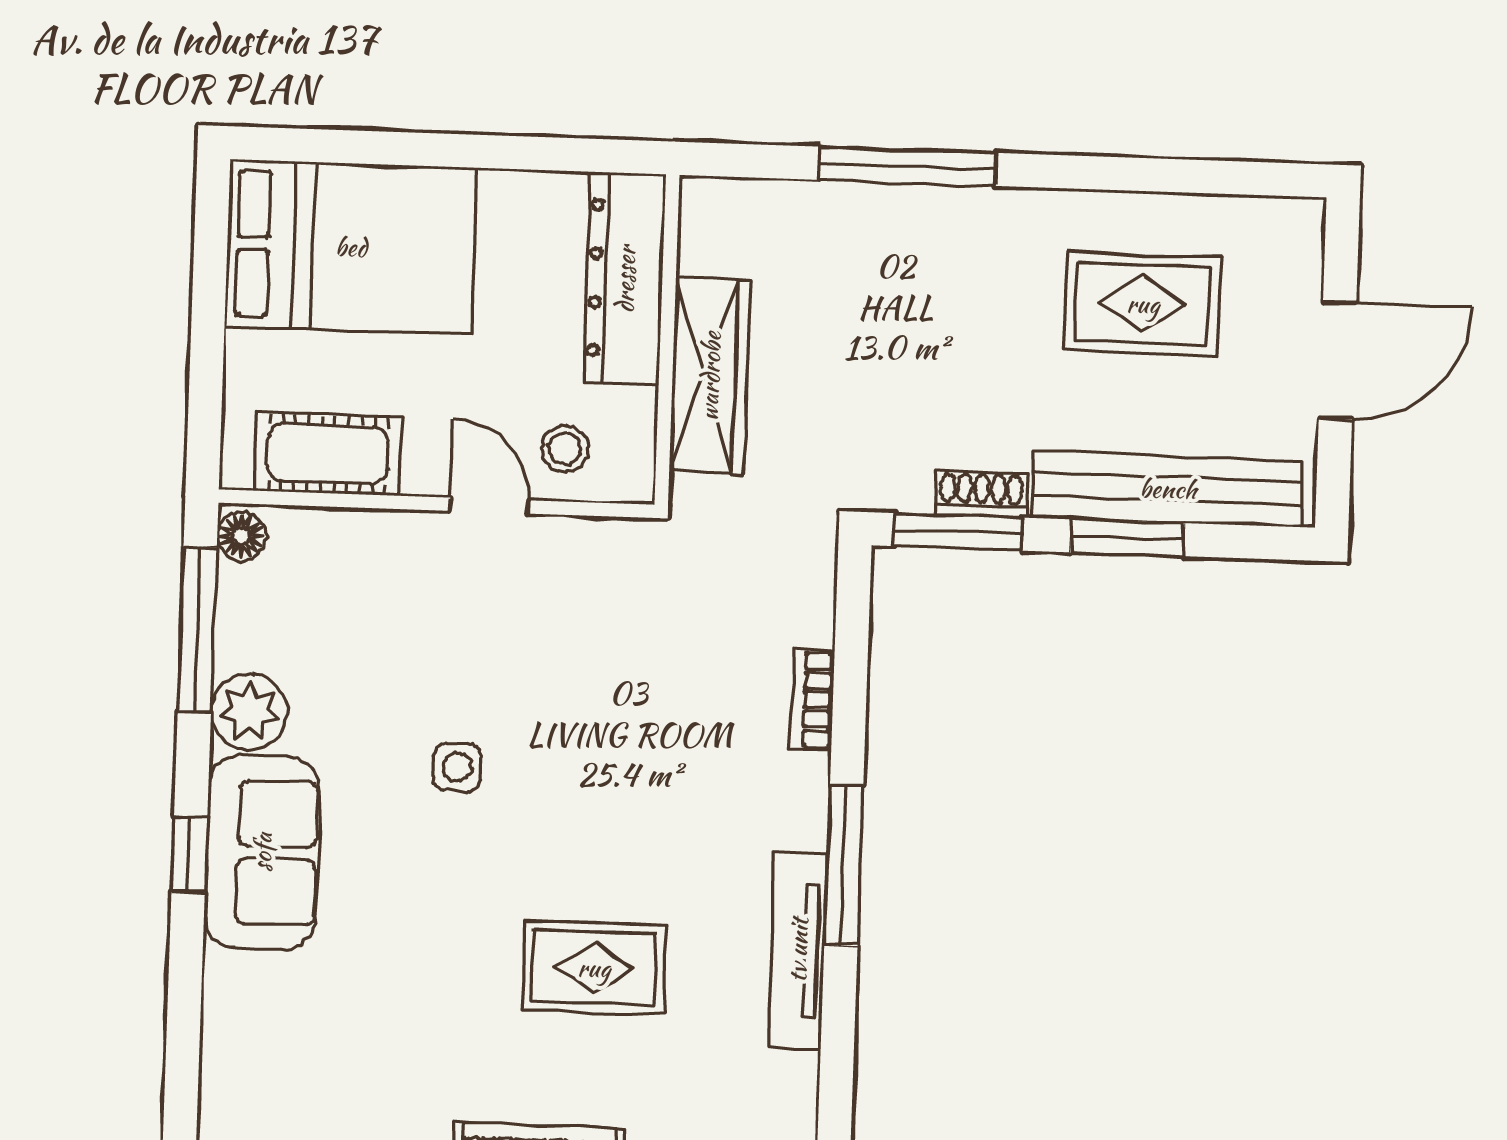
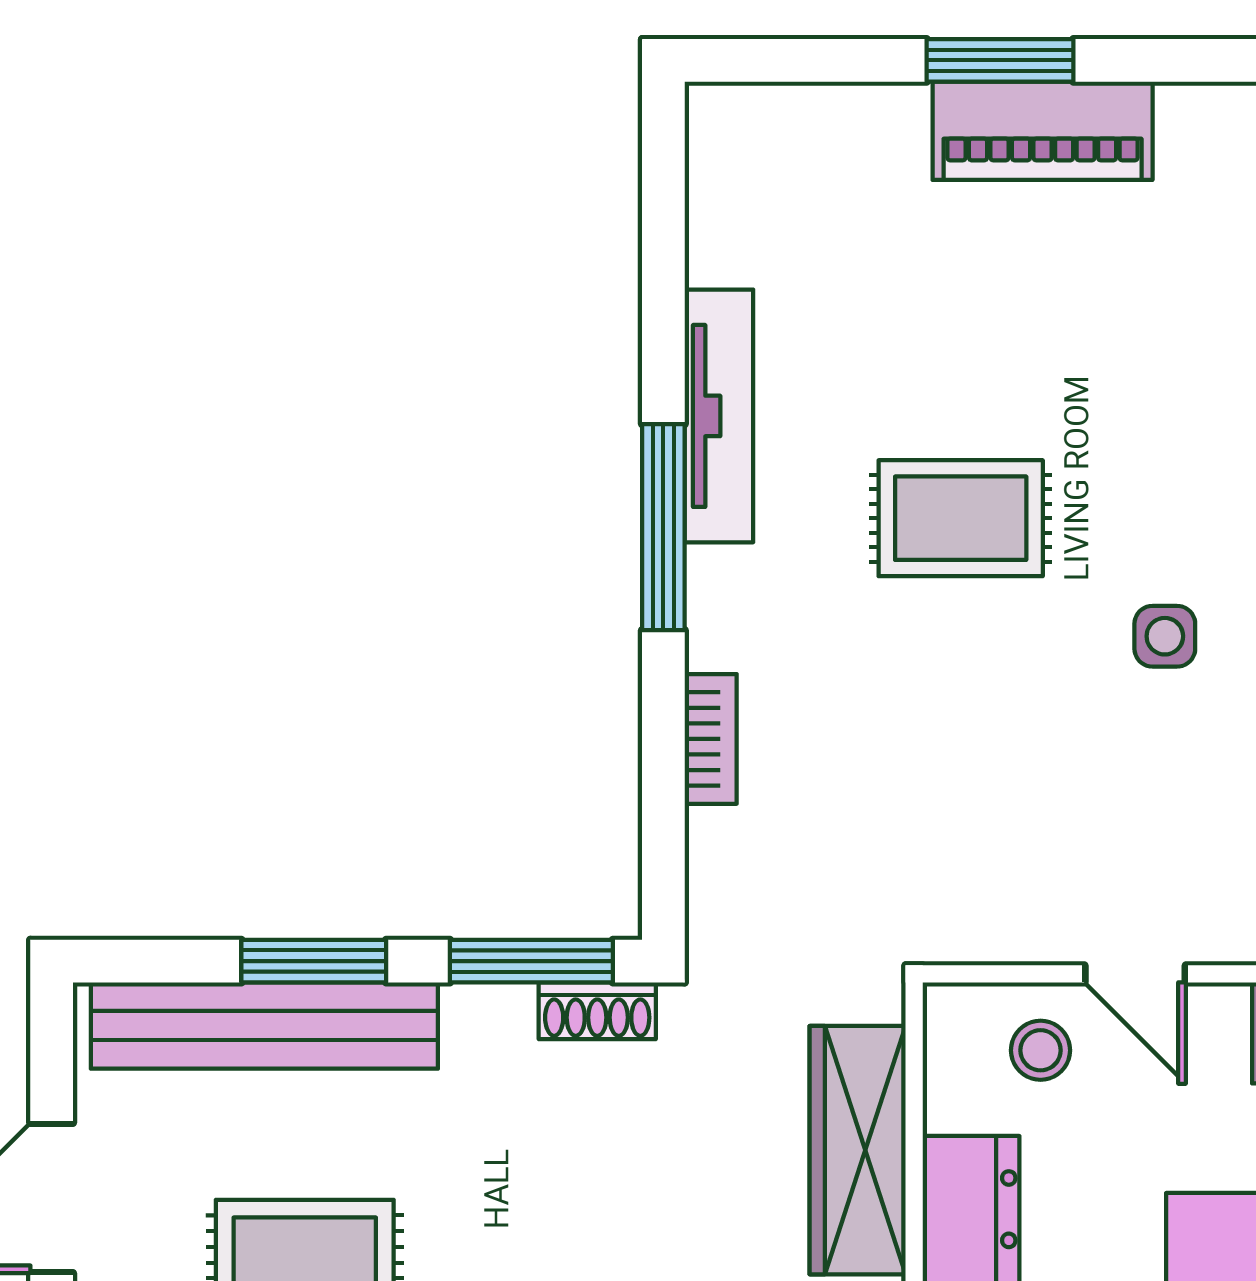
shoe rack: (981, 494) -> (597, 1011), moved
rug: (594, 968) -> (961, 518), moved

